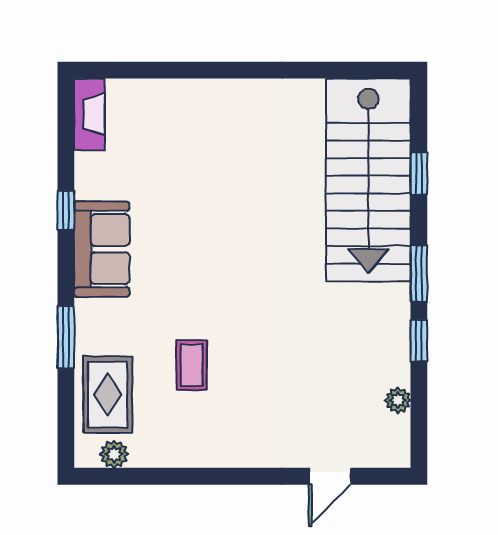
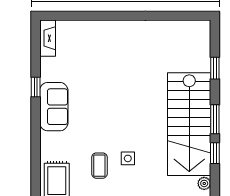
stairs: (368, 180) -> (189, 124), moved
window: (66, 337) -> (36, 151), removed
side table: (247, 351) -> (128, 158), added

